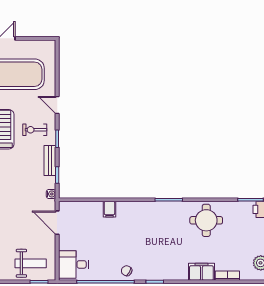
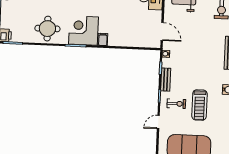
door: (57, 105) -> (158, 122), swing flipped
filing cabinet: (109, 209) -> (103, 39), moved
corner desk: (159, 220) -> (83, 31), added

